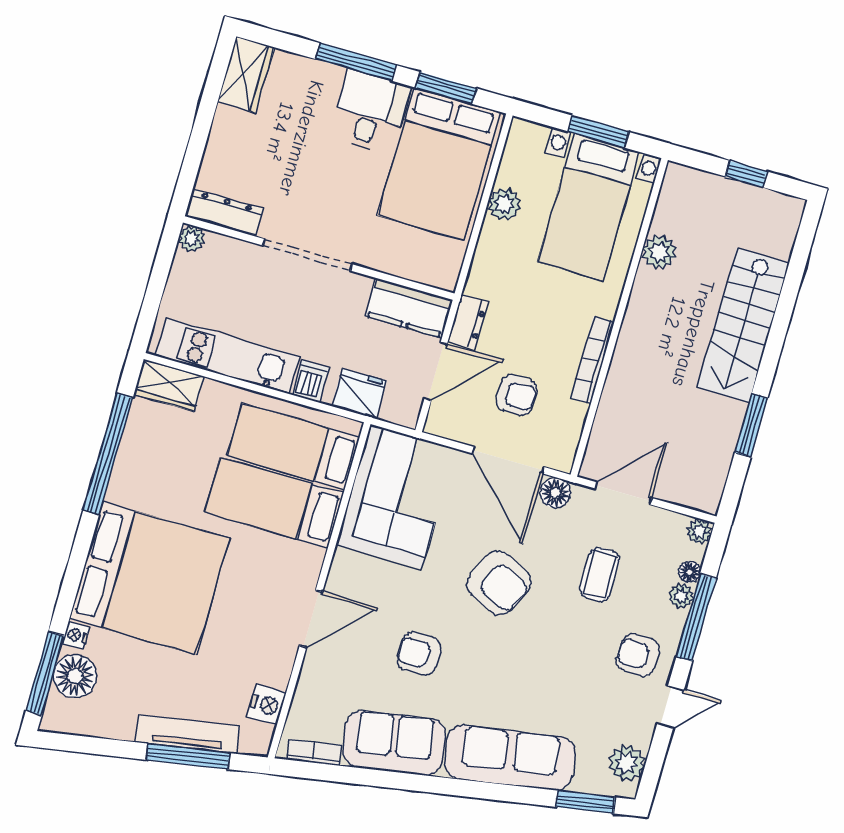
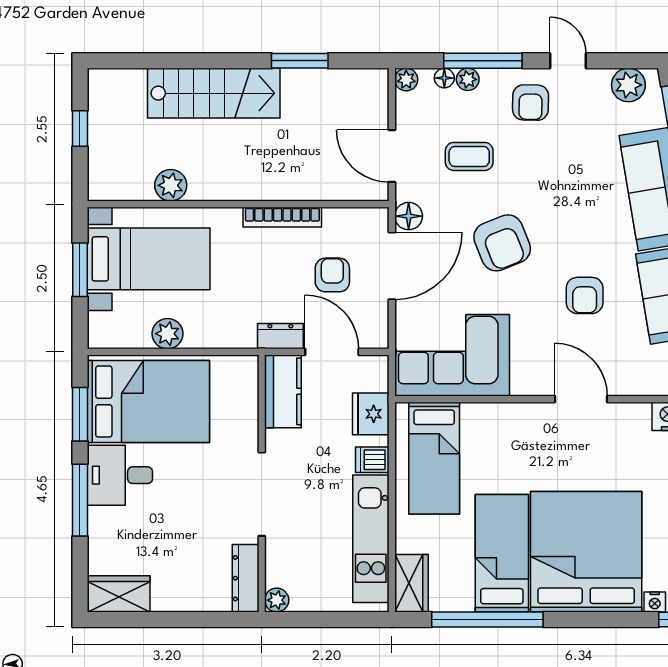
bed: (274, 503) -> (502, 553), moved, turned 180
armchair: (499, 583) -> (502, 243), turned 132

